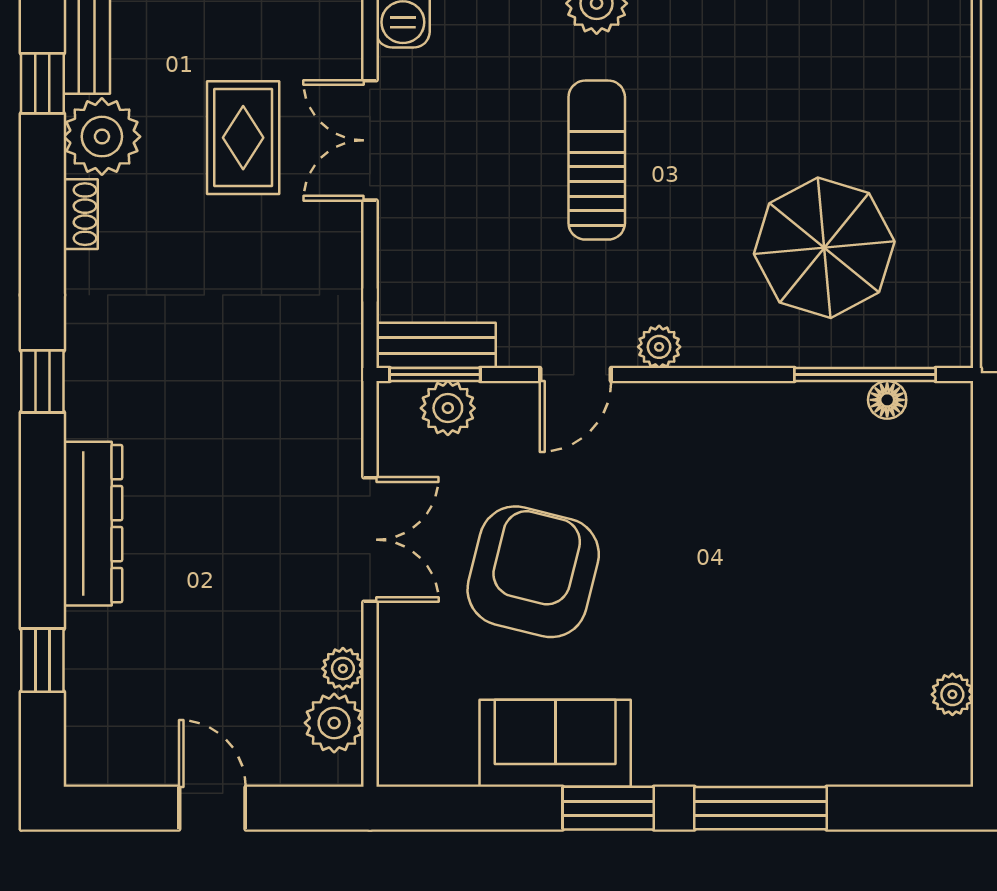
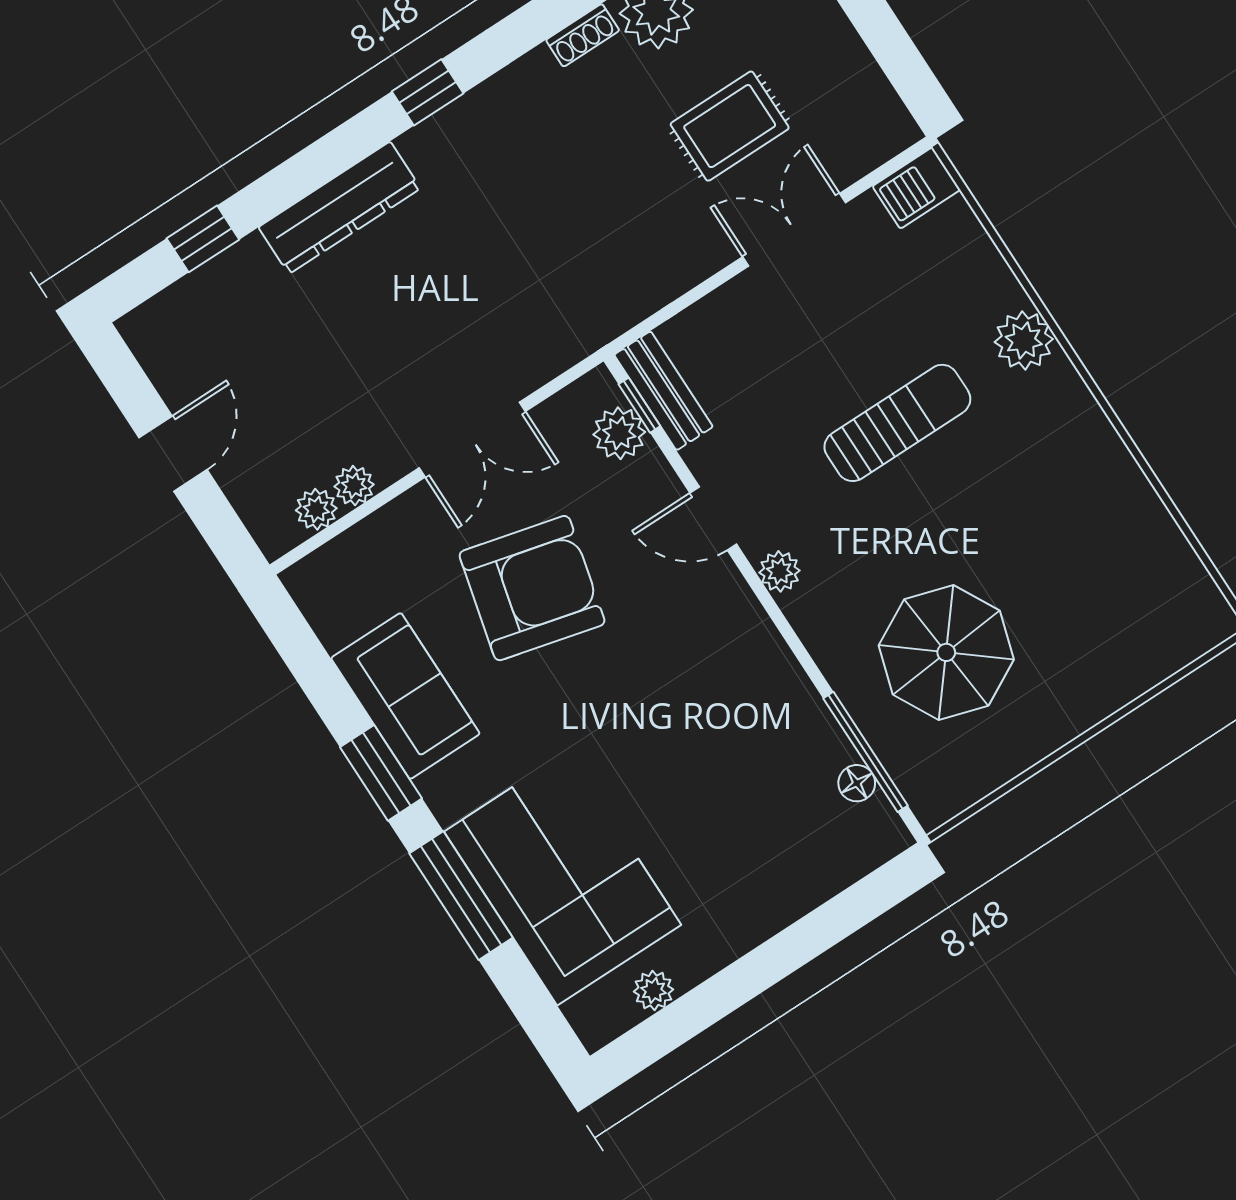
window: (435, 375) -> (639, 405), width x0.67
corner sofa: (803, 710) -> (563, 878), added
plant: (334, 723) -> (316, 509), width x0.73, depth x0.73

